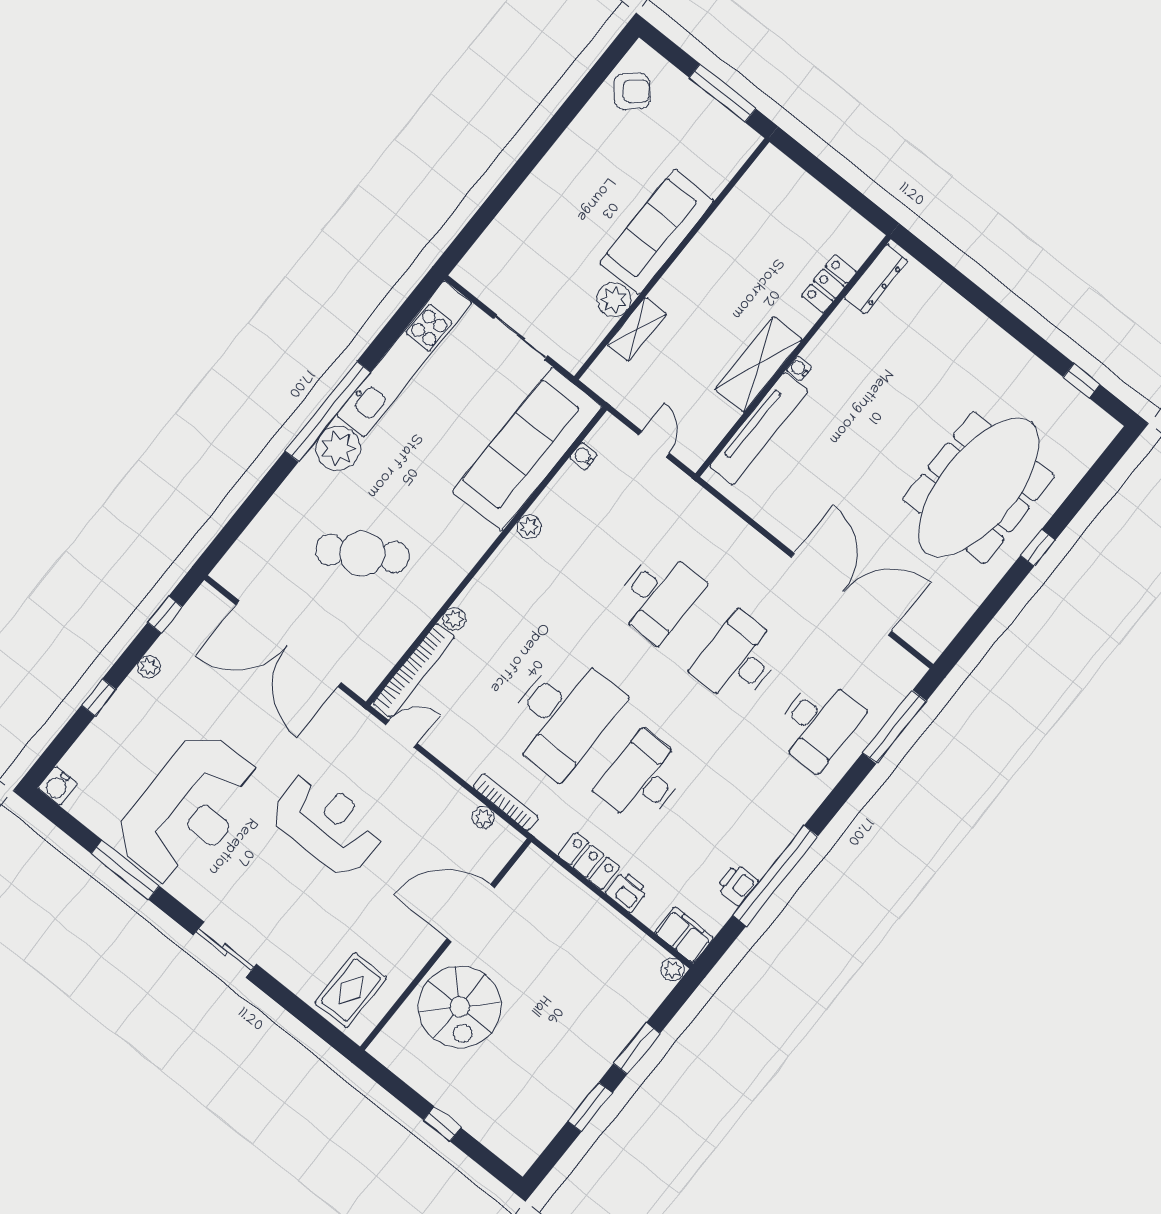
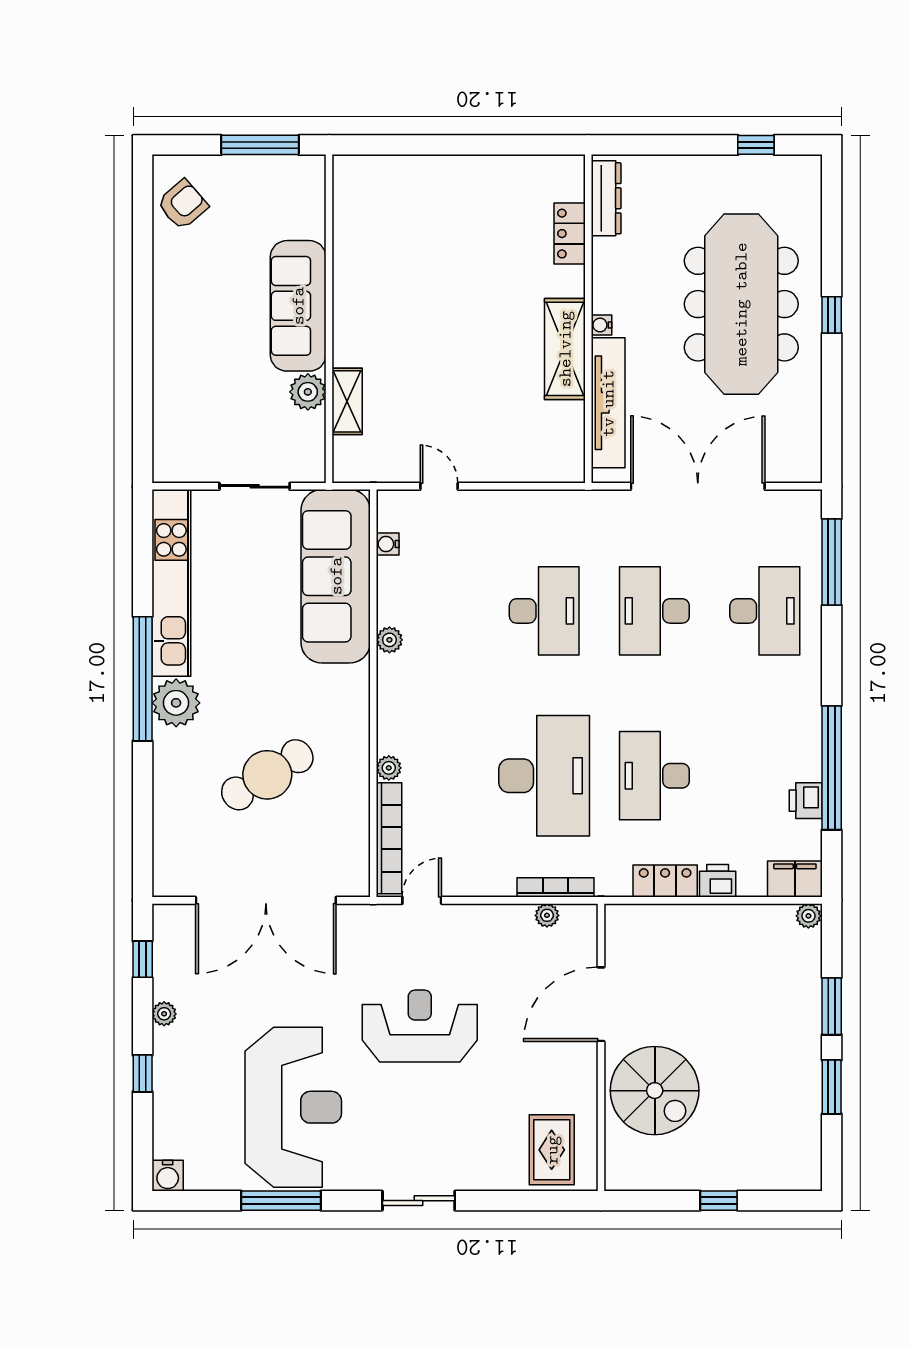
dresser: (876, 279) -> (606, 198), moved
locker: (829, 284) -> (570, 234), moved
wall: (793, 356) -> (588, 319), moved
shelving: (759, 365) -> (565, 349), moved
water cooler: (799, 368) -> (602, 325), moved
tv unit: (759, 429) -> (608, 403), moved

